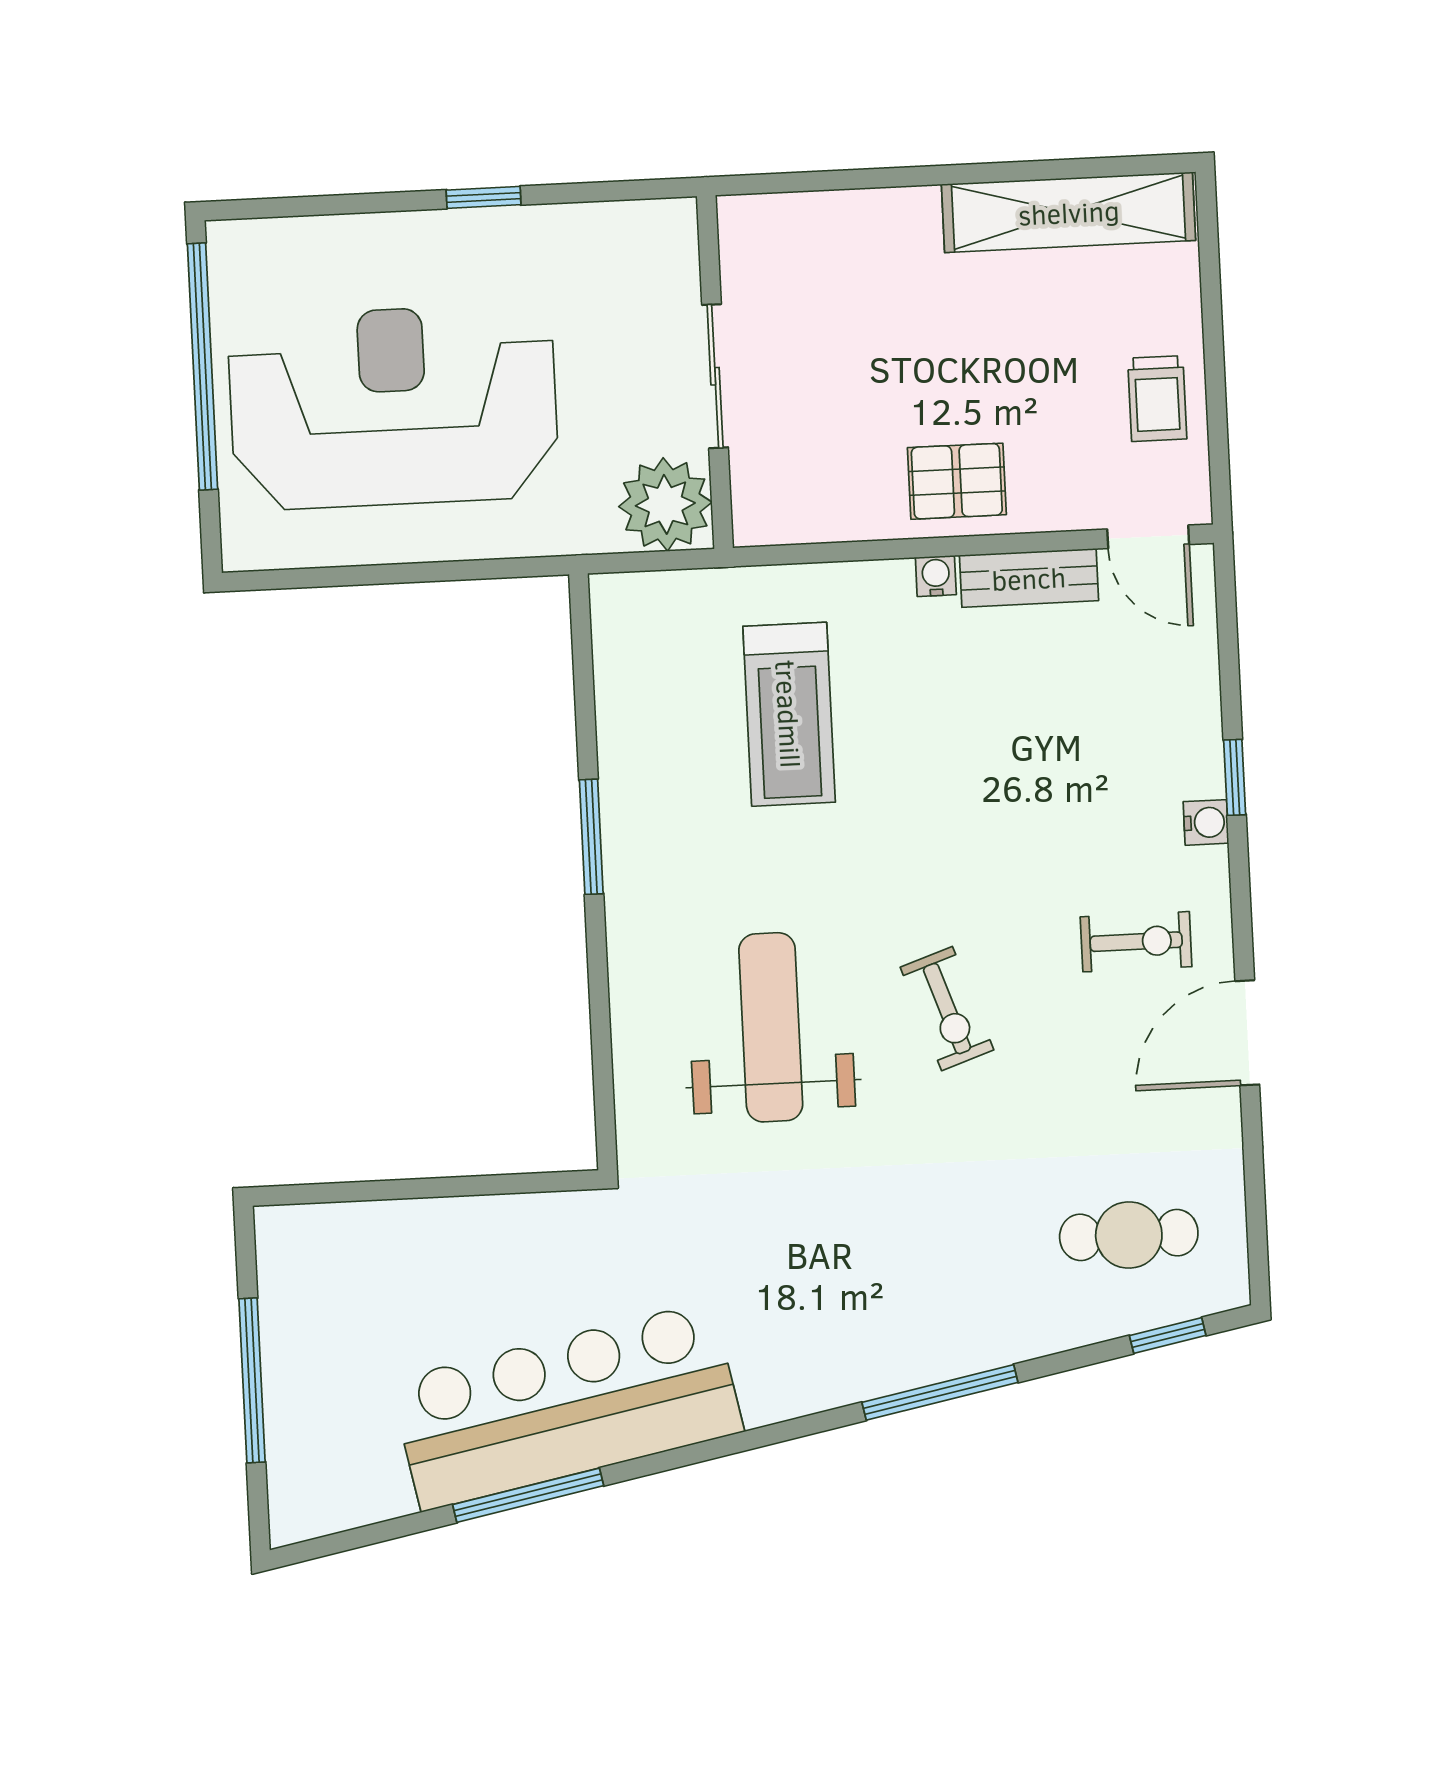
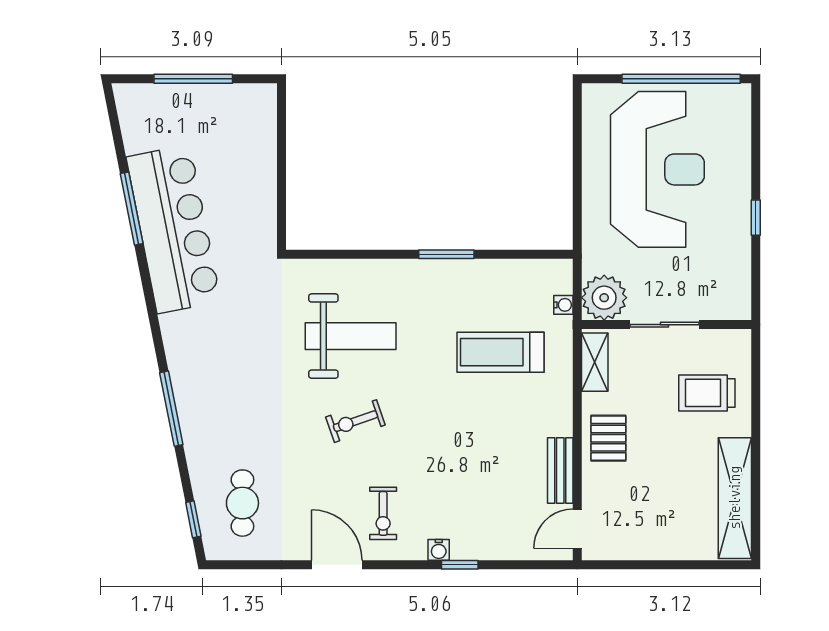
trolley: (1157, 399) -> (707, 393), moved, width x1.36, depth x1.39
shelving: (800, 517) -> (595, 362), added
water cooler: (936, 576) -> (563, 305), moved

